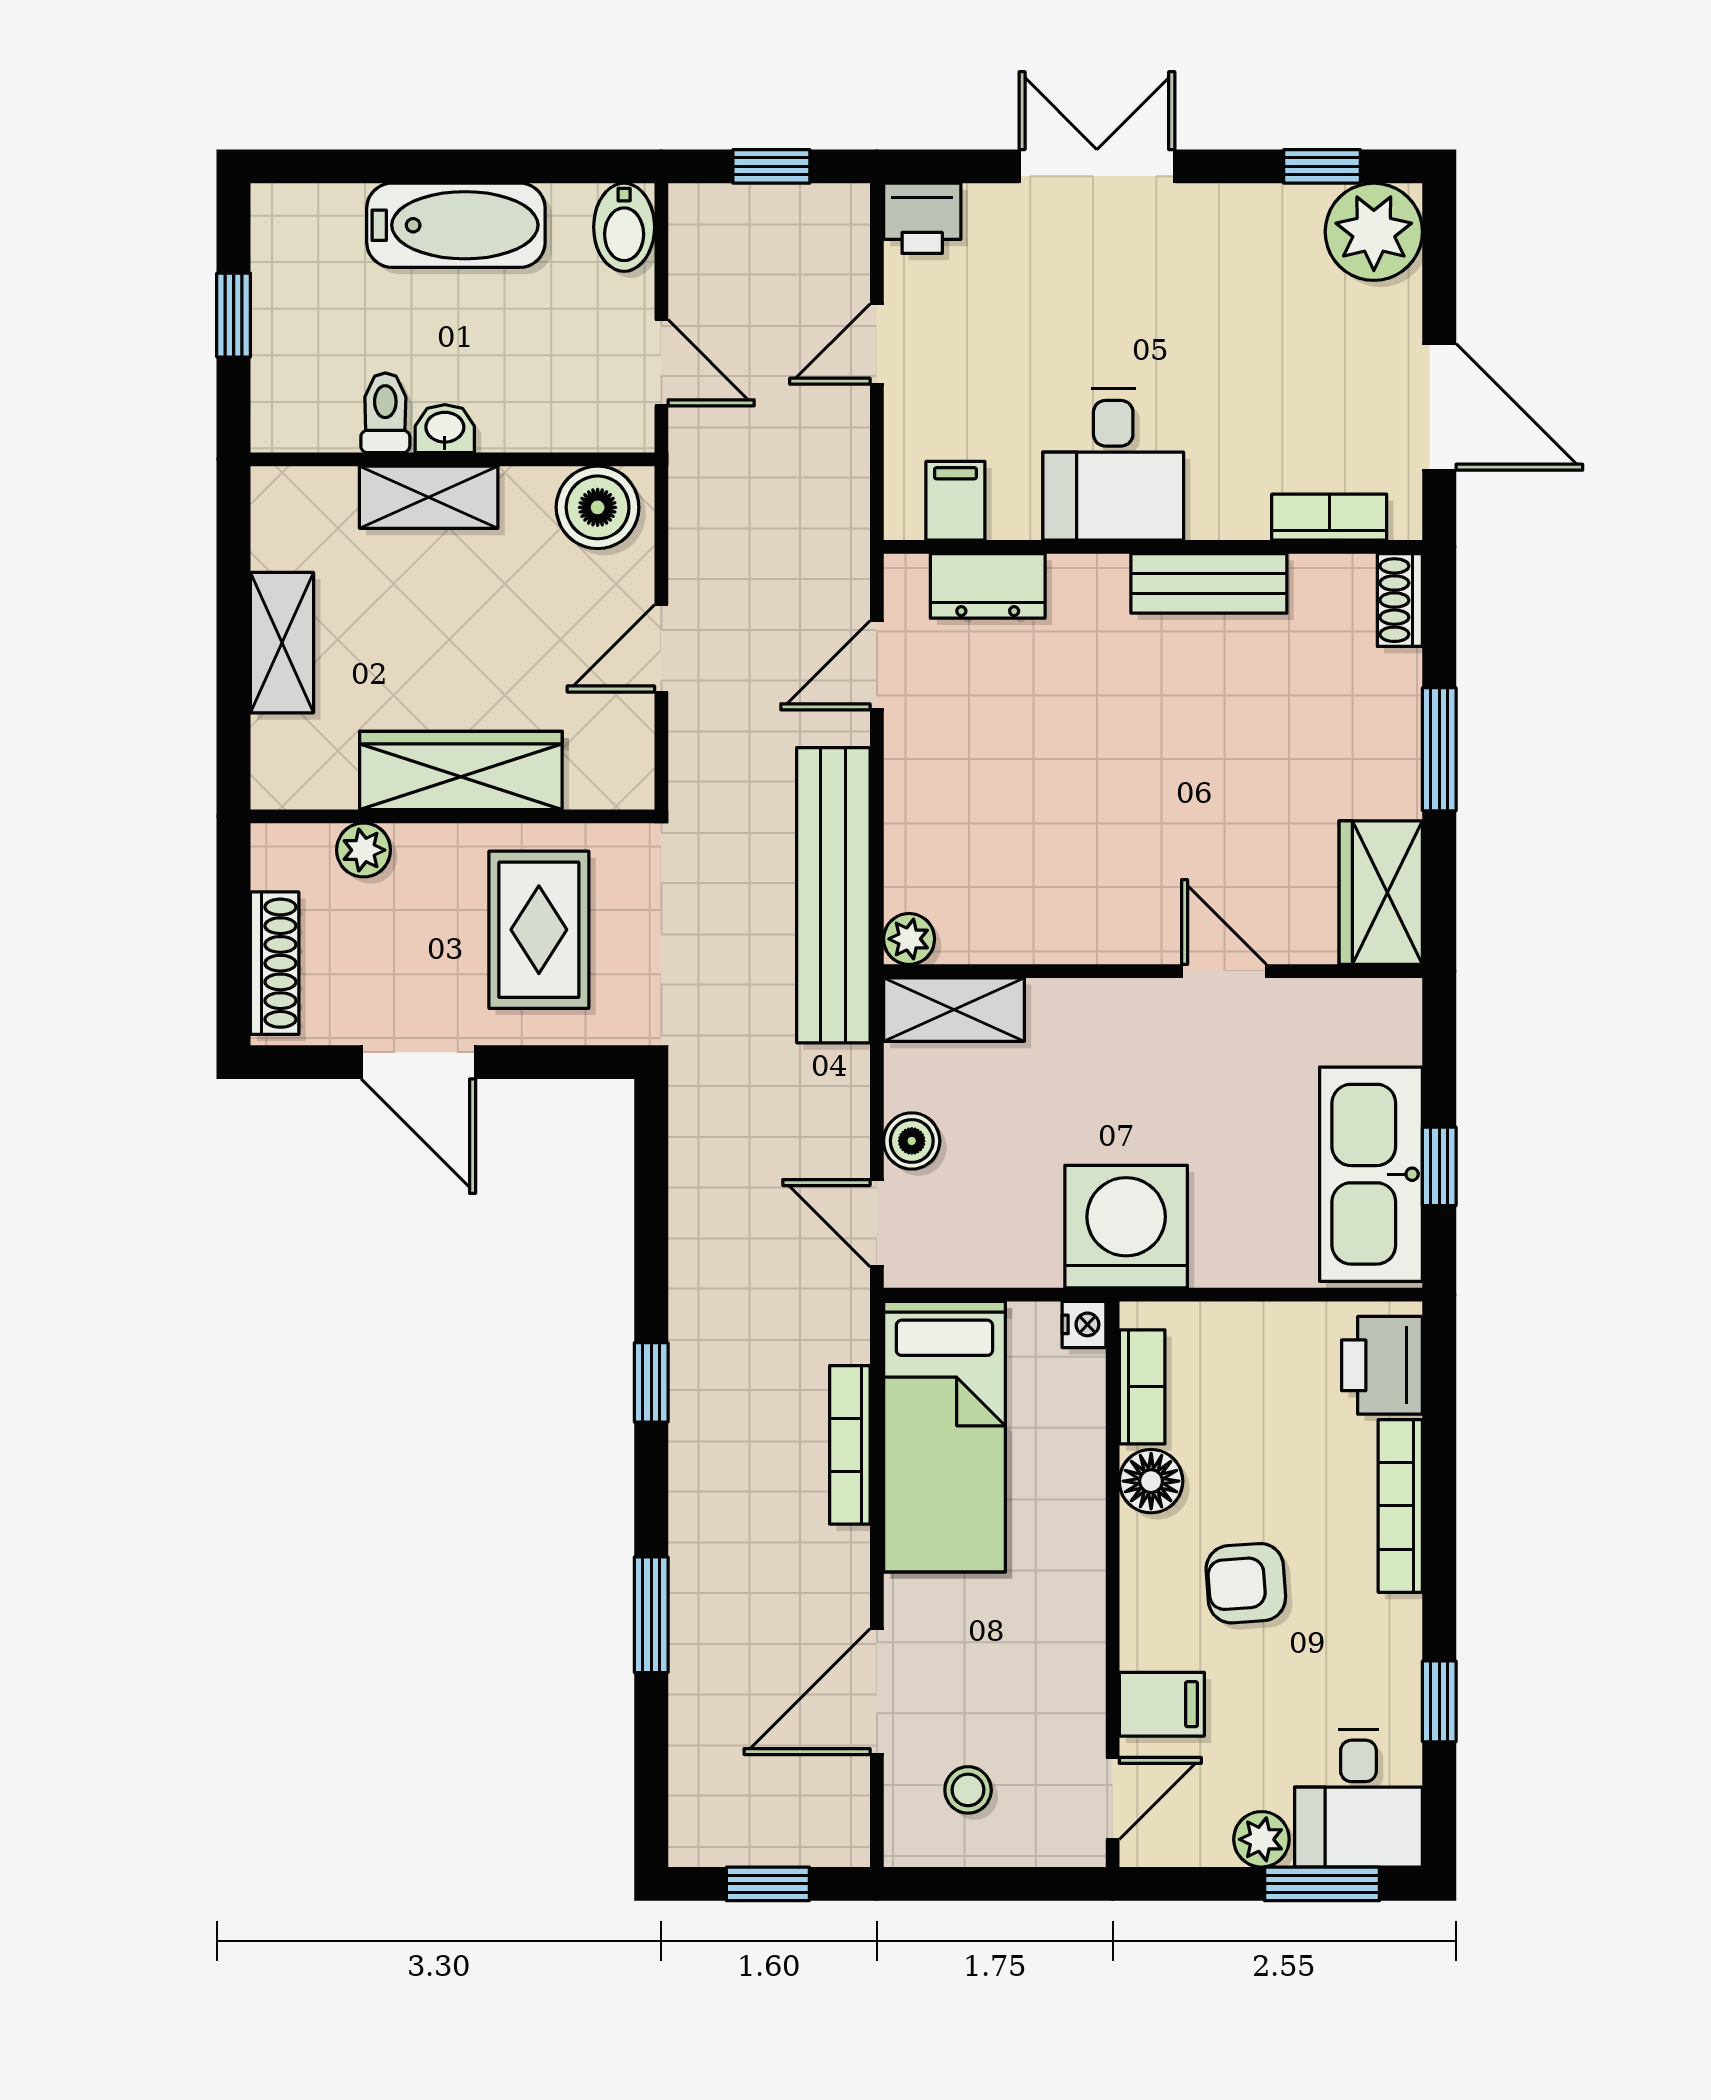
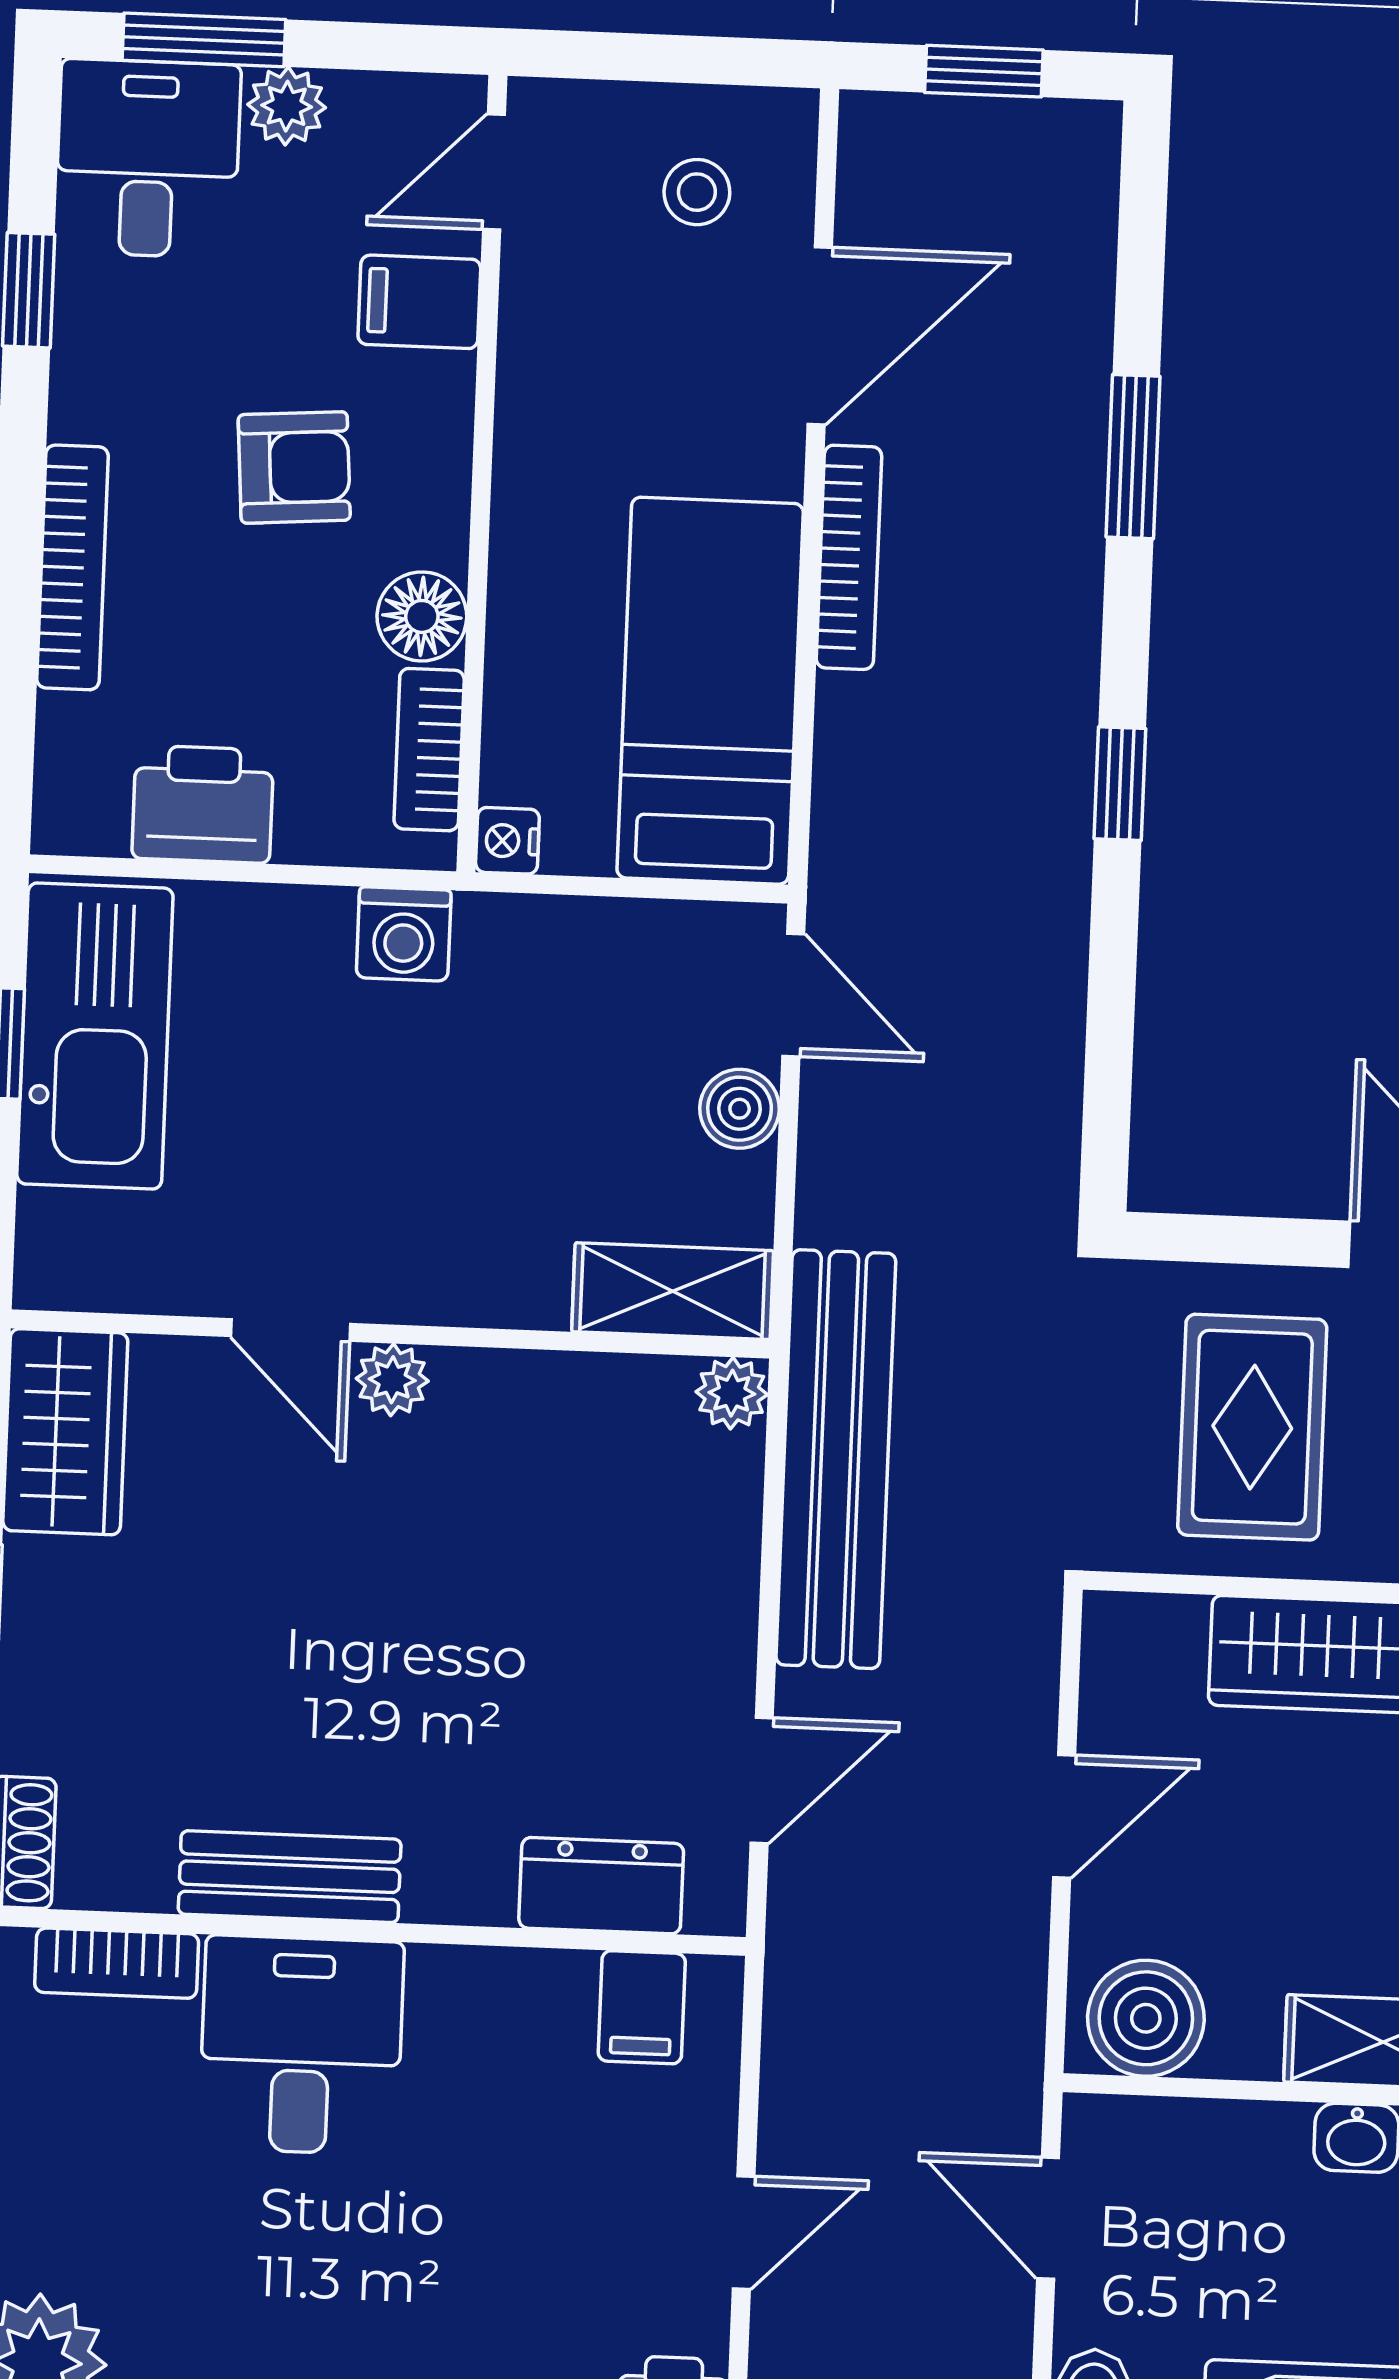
desk: (1113, 464) -> (301, 2045), moved
plant: (1150, 939) -> (392, 1380), added
washing machine: (1126, 1227) -> (404, 934), width x0.53, depth x0.53
printer: (1382, 1365) -> (203, 804), moved, turned -90
bookcase: (850, 1445) -> (849, 557), moved

